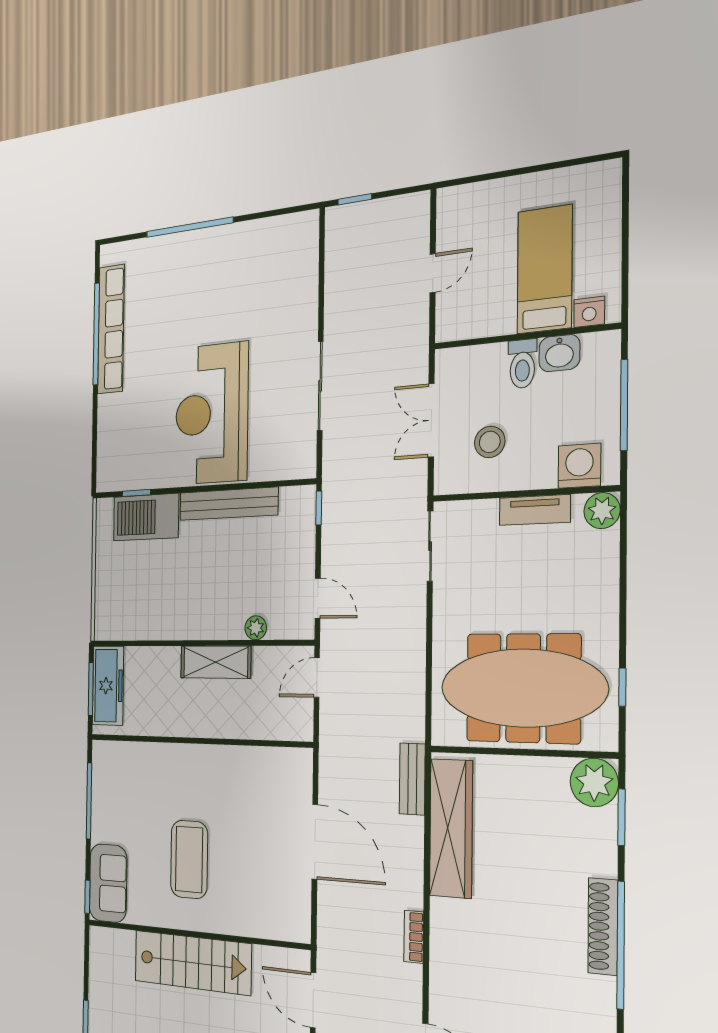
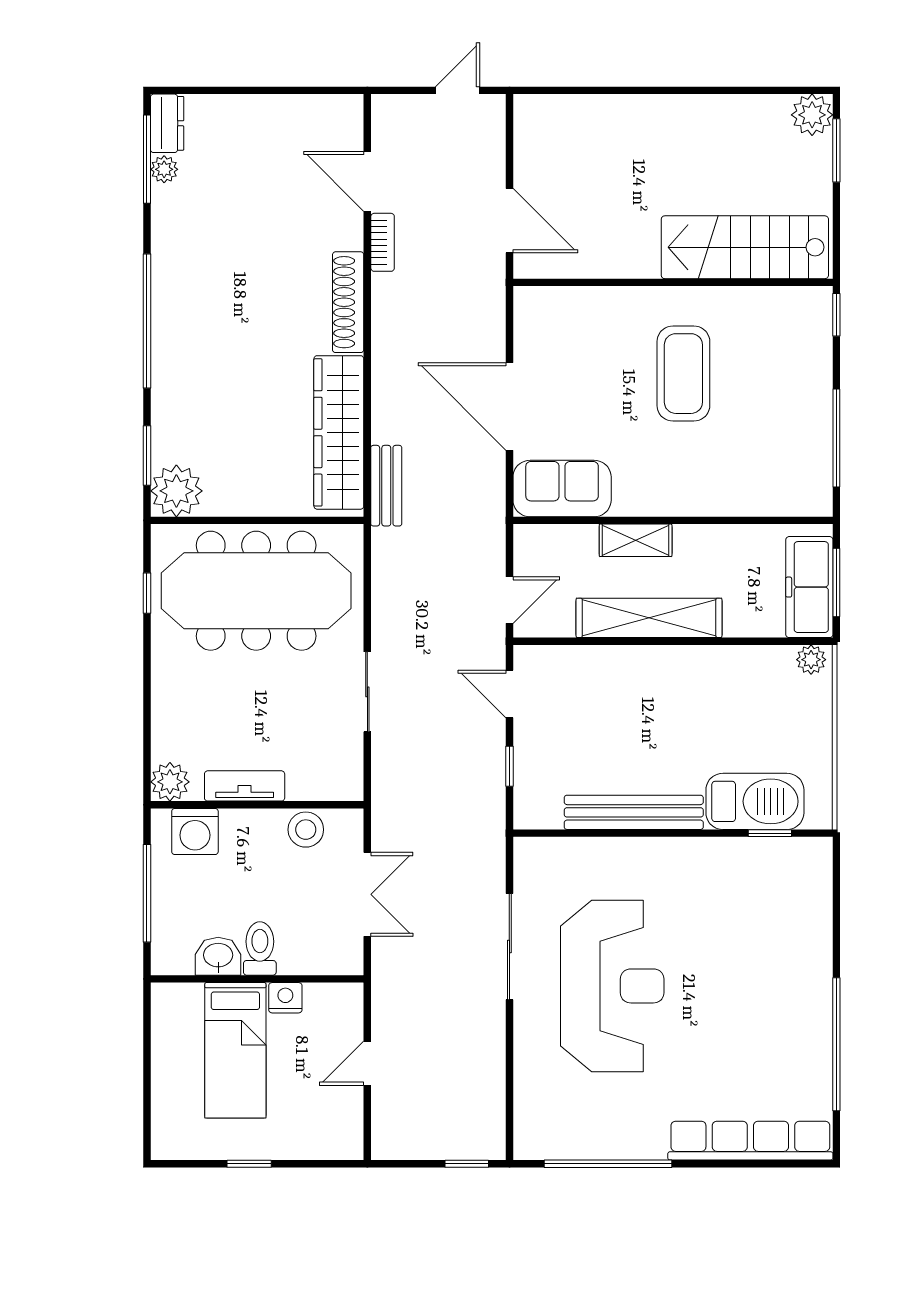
window: (533, 169) -> (249, 1164), added
window: (189, 227) -> (608, 1164), moved
nightstand: (589, 312) -> (285, 998), moved
row of seats: (111, 329) -> (750, 1141), moved, turned 90
reception desk: (212, 414) -> (612, 986), moved
stool: (490, 442) -> (306, 830), moved
window: (319, 508) -> (509, 766), moved
sliding door: (430, 546) -> (367, 692), moved
plant: (256, 628) -> (811, 660), moved
shelving: (216, 662) -> (649, 618), width x1.47
shelving: (224, 725) -> (636, 540), added
sofa: (108, 883) -> (562, 489), moved, turned 90
shoe rack: (603, 926) -> (348, 302), moved, turned 180
bookcase: (414, 937) -> (383, 242), moved
stairs: (192, 963) -> (745, 247), moved

